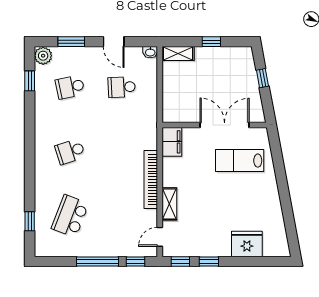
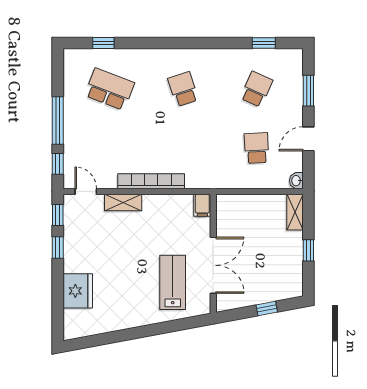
plant: (43, 56) -> (292, 58), removed
school desk: (70, 87) -> (257, 89), turned 36
filing cabinet: (172, 142) -> (202, 205), width x0.50

